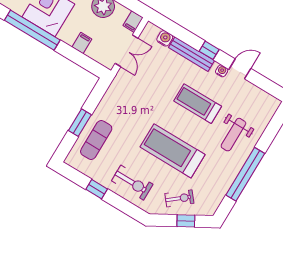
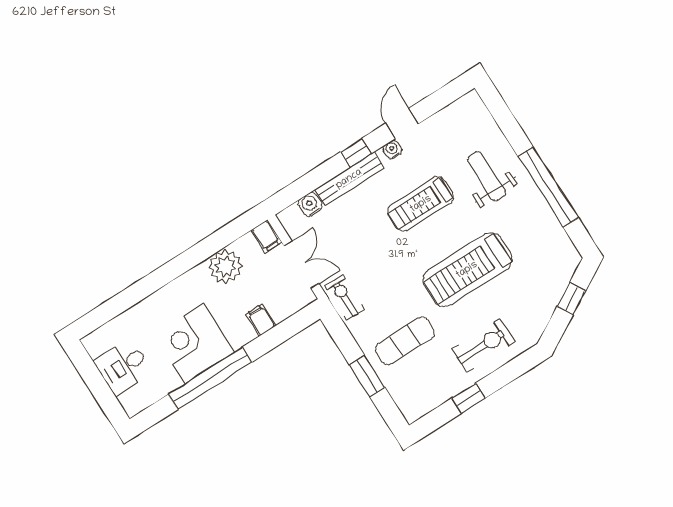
weight bench: (233, 135) -> (487, 176), turned 180
exercise mat: (96, 140) -> (405, 341), moved, turned 90
exercise bike: (179, 198) -> (345, 298), moved, turned -51

